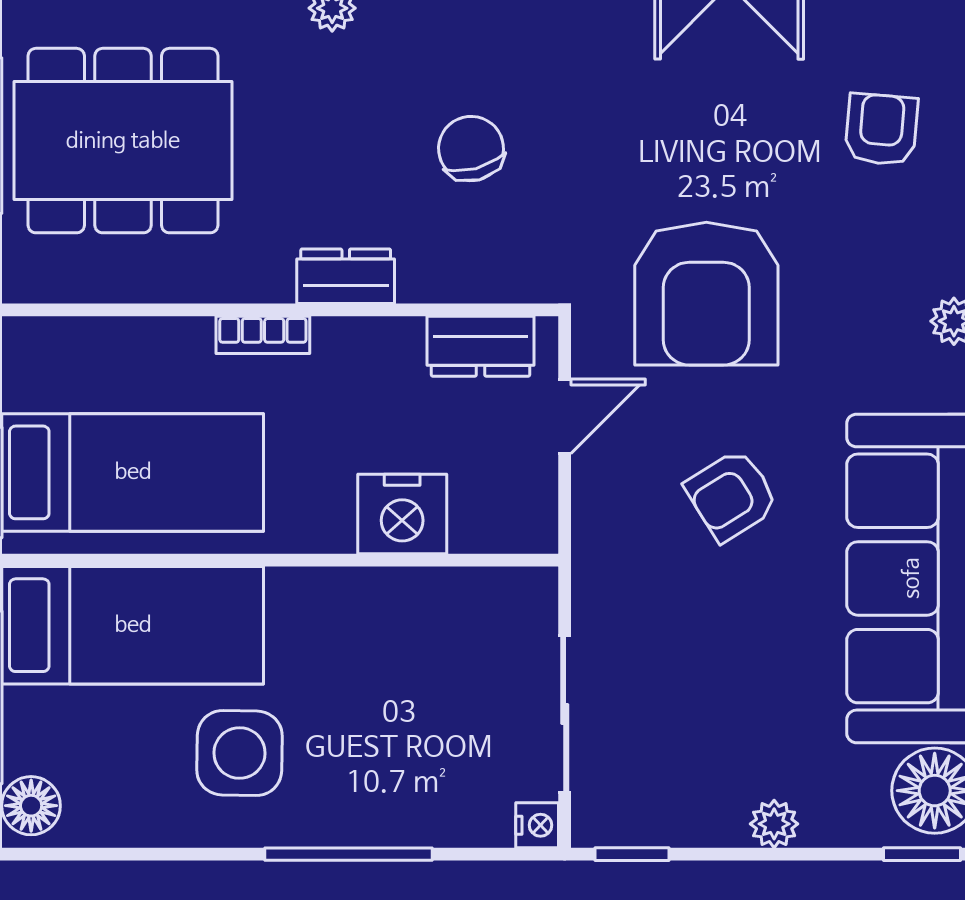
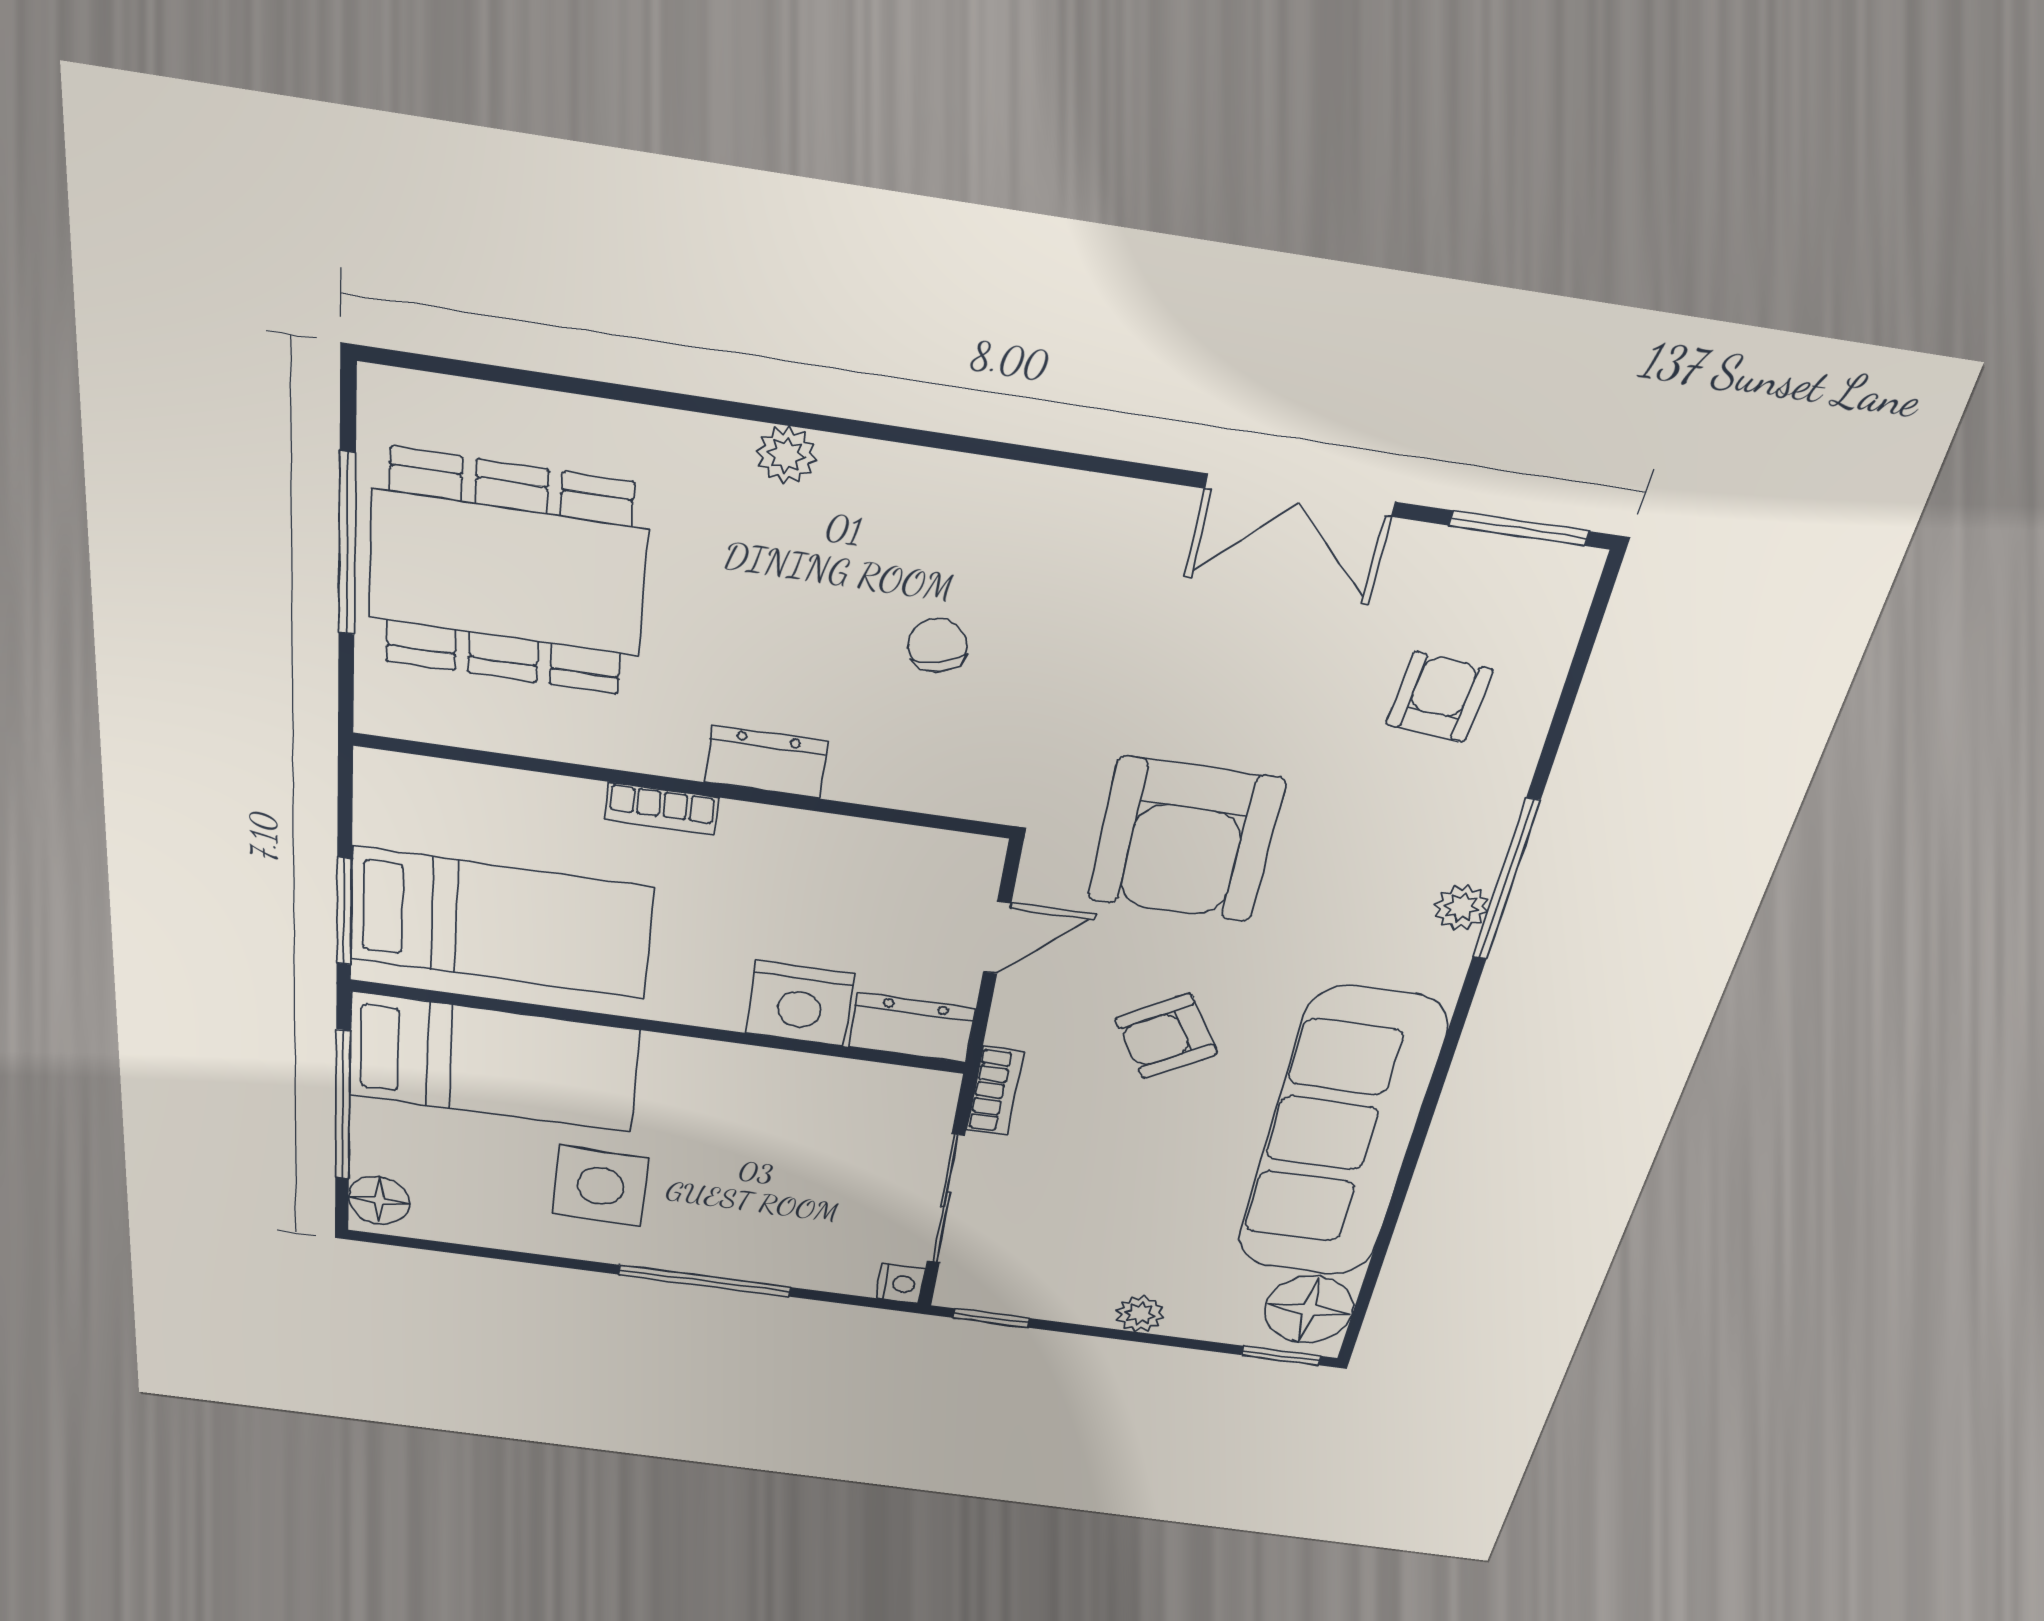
chair: (471, 149) -> (937, 646), width x0.73, depth x0.73
dresser: (481, 346) -> (912, 1028), moved, turned 180
bookcase: (590, 581) -> (995, 1091), added

